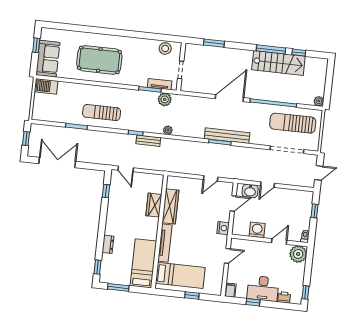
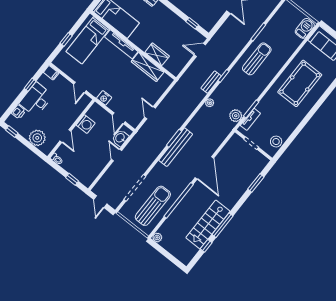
plant: (298, 254) -> (37, 138), moved

